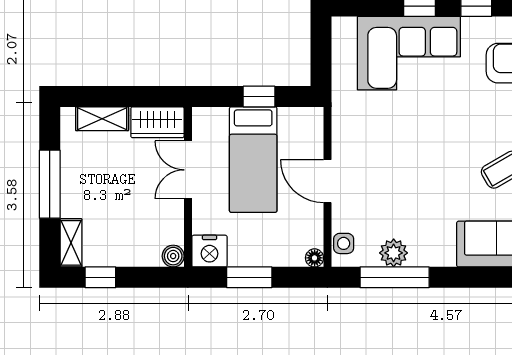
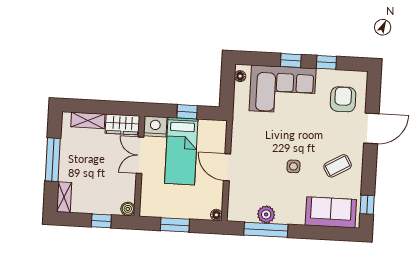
floor lamp: (340, 35) -> (240, 76), added
side table: (344, 243) -> (293, 166), moved
nightstand: (210, 251) -> (155, 127), moved, turned 180
window: (100, 277) -> (101, 221), moved

